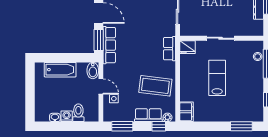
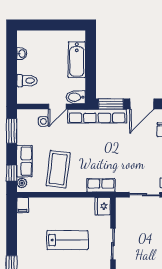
row of seats: (109, 45) -> (97, 116), width x1.36
filing cabinet: (187, 112) -> (23, 205), width x0.50
washing machine: (67, 116) -> (23, 67), removed

